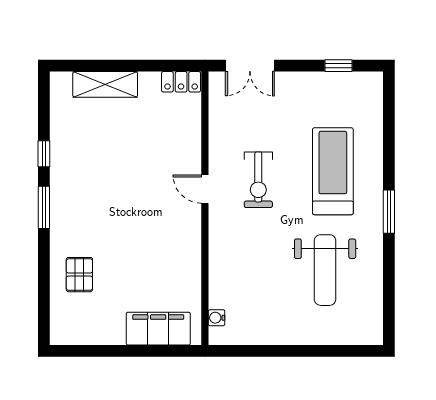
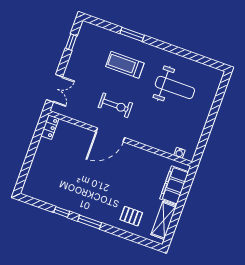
shelving: (105, 84) -> (164, 220), moved
treadmill: (333, 171) -> (125, 65), width x0.73, depth x0.73
door: (205, 189) -> (110, 135), width x1.88
window: (389, 212) -> (132, 34), moved

